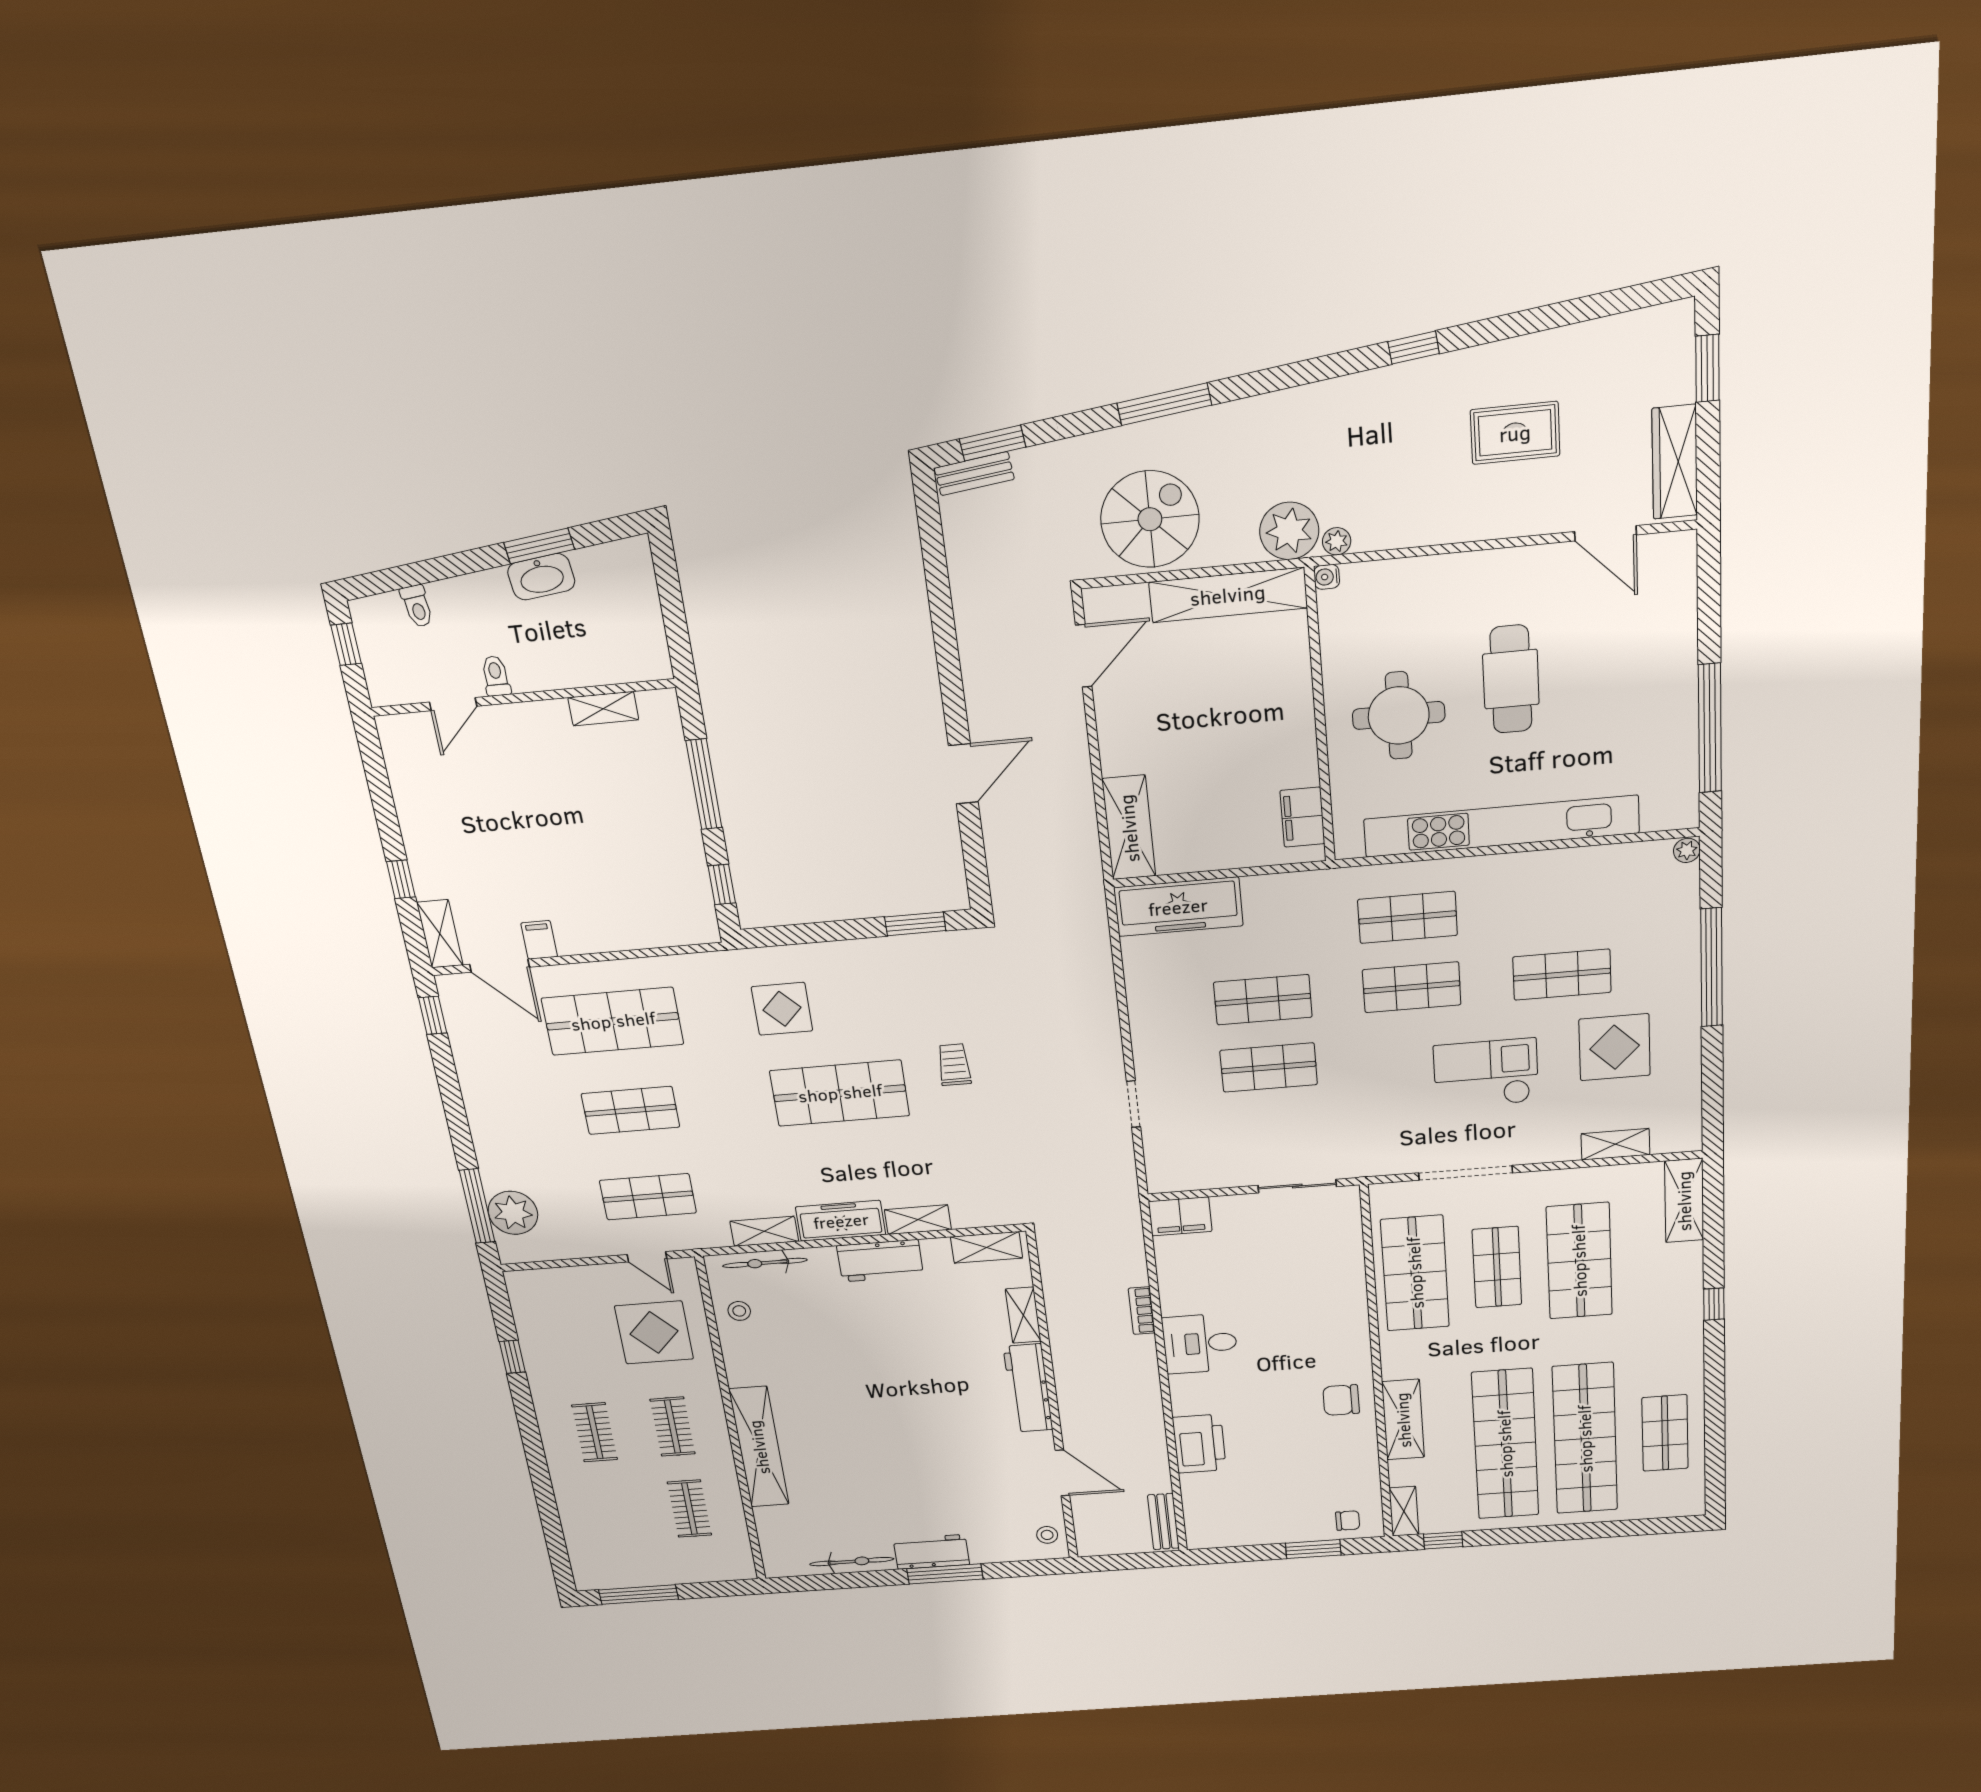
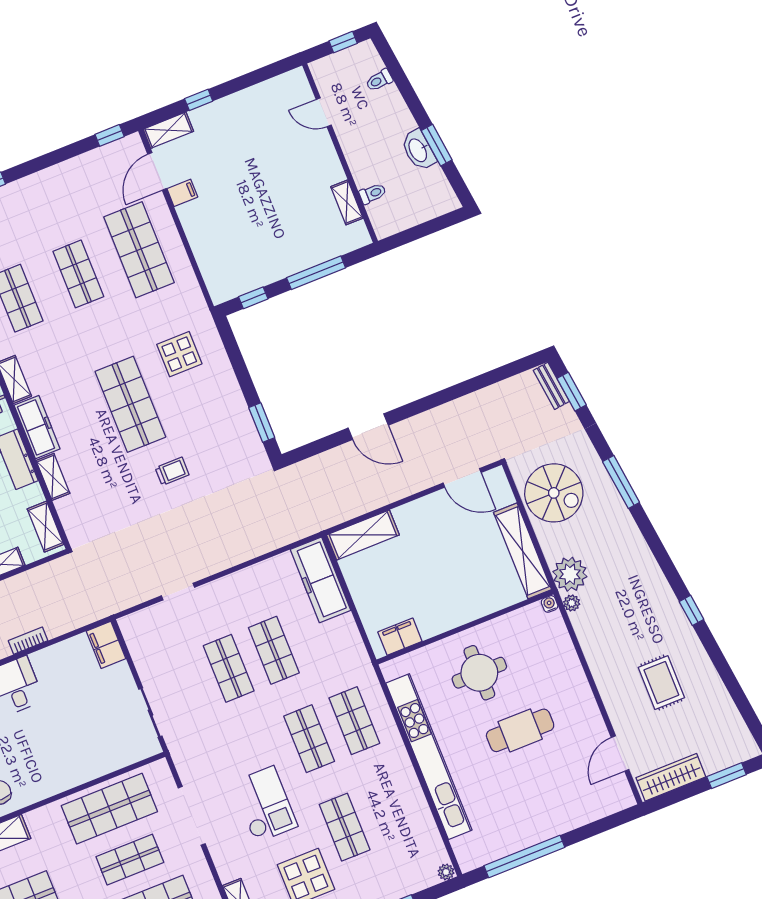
toilet: (496, 676) -> (373, 194), moved

